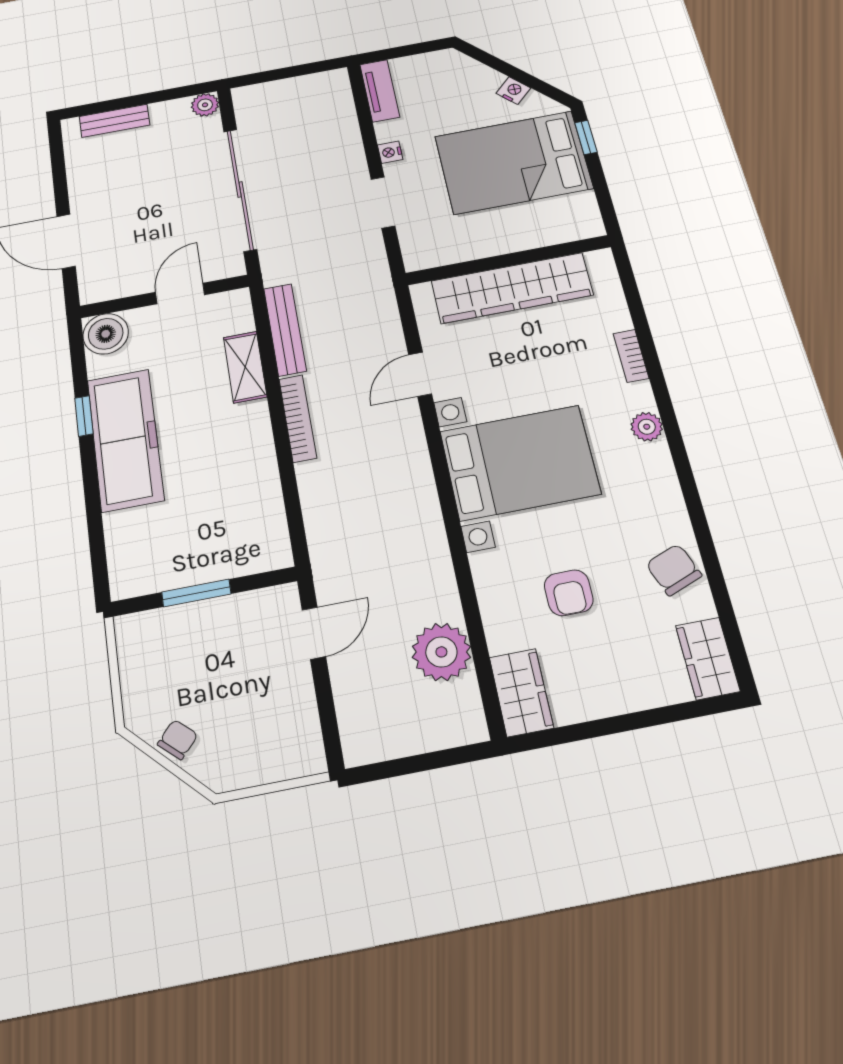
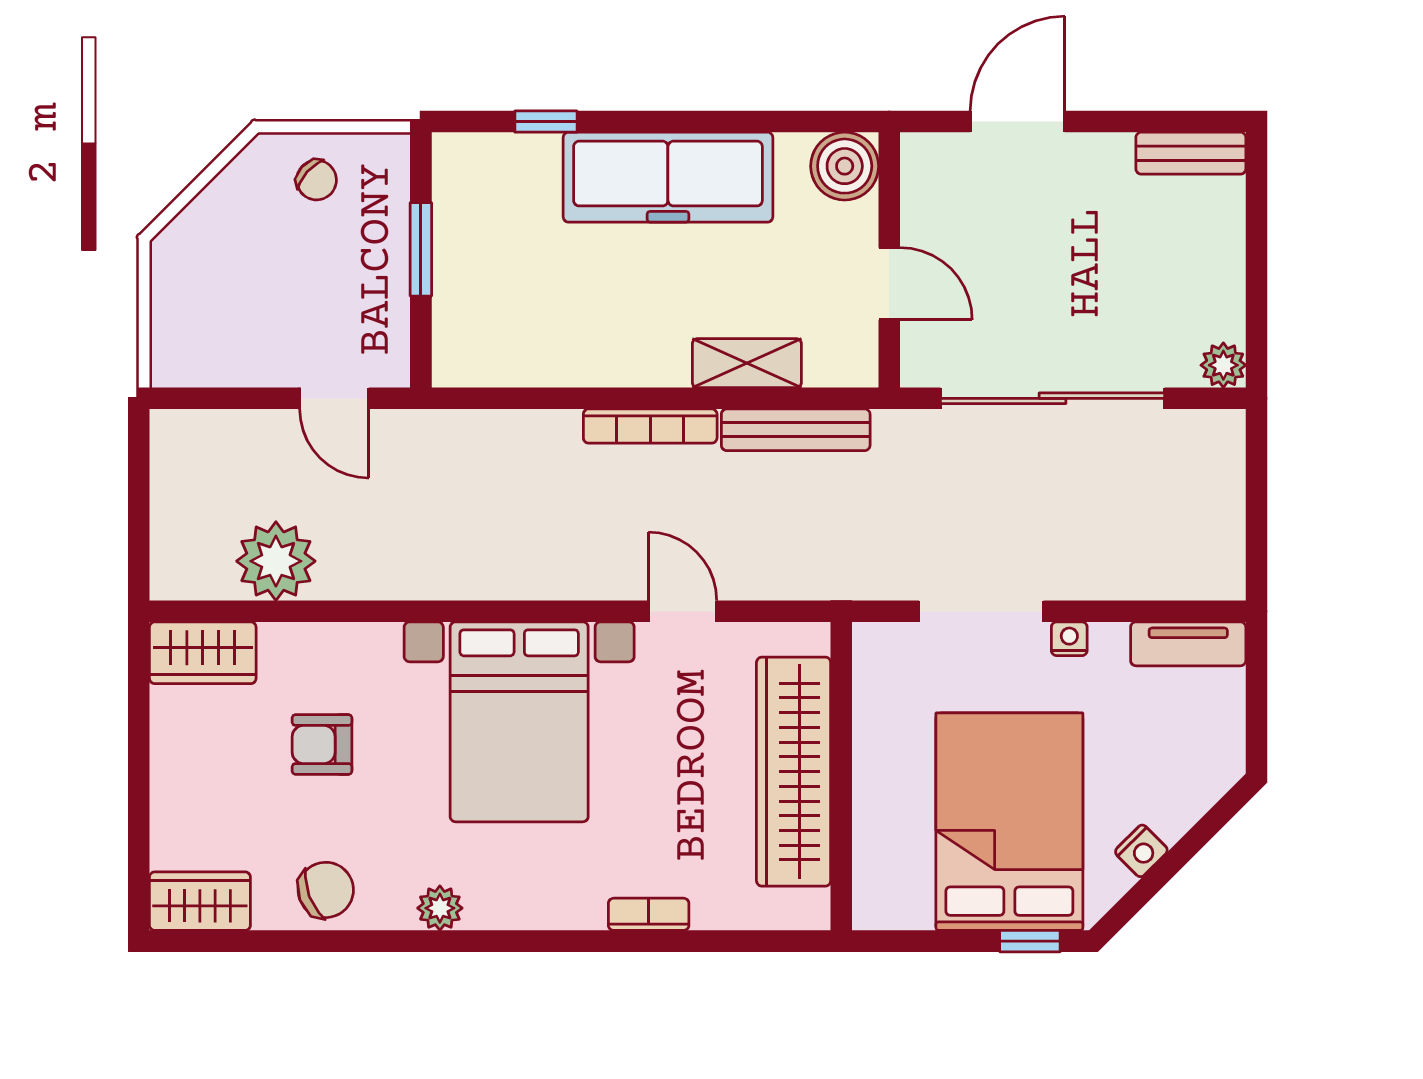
bench: (114, 121) -> (1191, 153), moved, turned 90
doorway: (383, 202) -> (981, 611), width x1.38
window: (84, 416) -> (546, 122), moved
plant: (647, 427) -> (440, 908), moved
chair: (178, 740) -> (317, 180), moved

